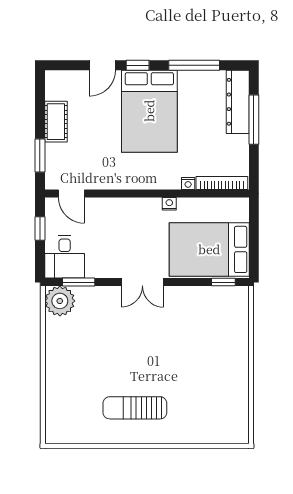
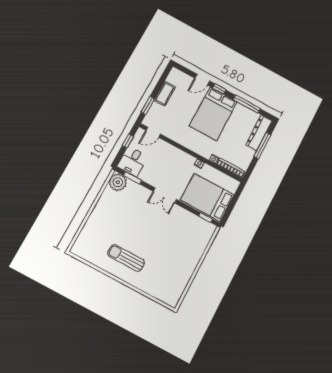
door: (71, 193) -> (153, 132), hinge flipped

